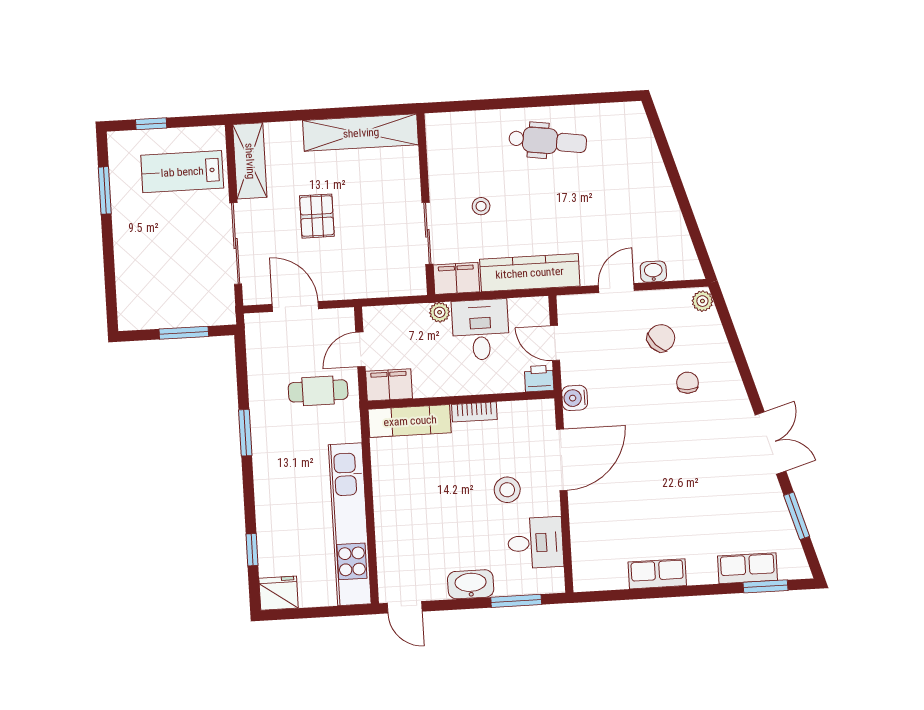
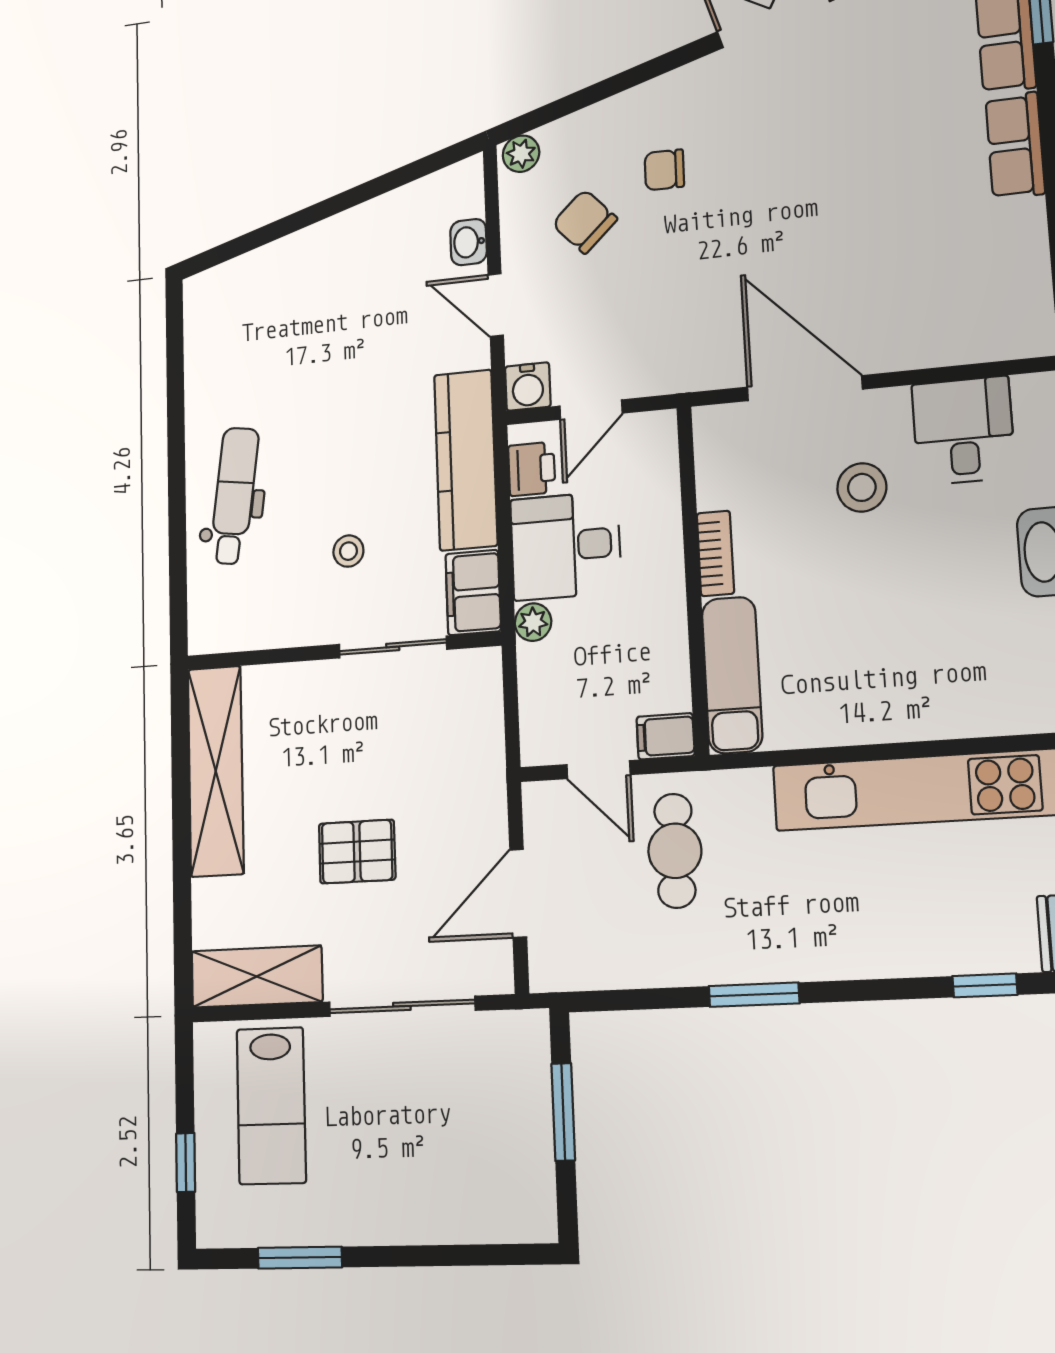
dental chair: (548, 141) -> (234, 496), moved
printer: (539, 378) -> (532, 469), moved, turned 180
filing cabinet: (389, 385) -> (666, 736), width x0.50
water cooler: (575, 398) -> (528, 387), moved
row of seats: (657, 574) -> (1015, 146), moved

